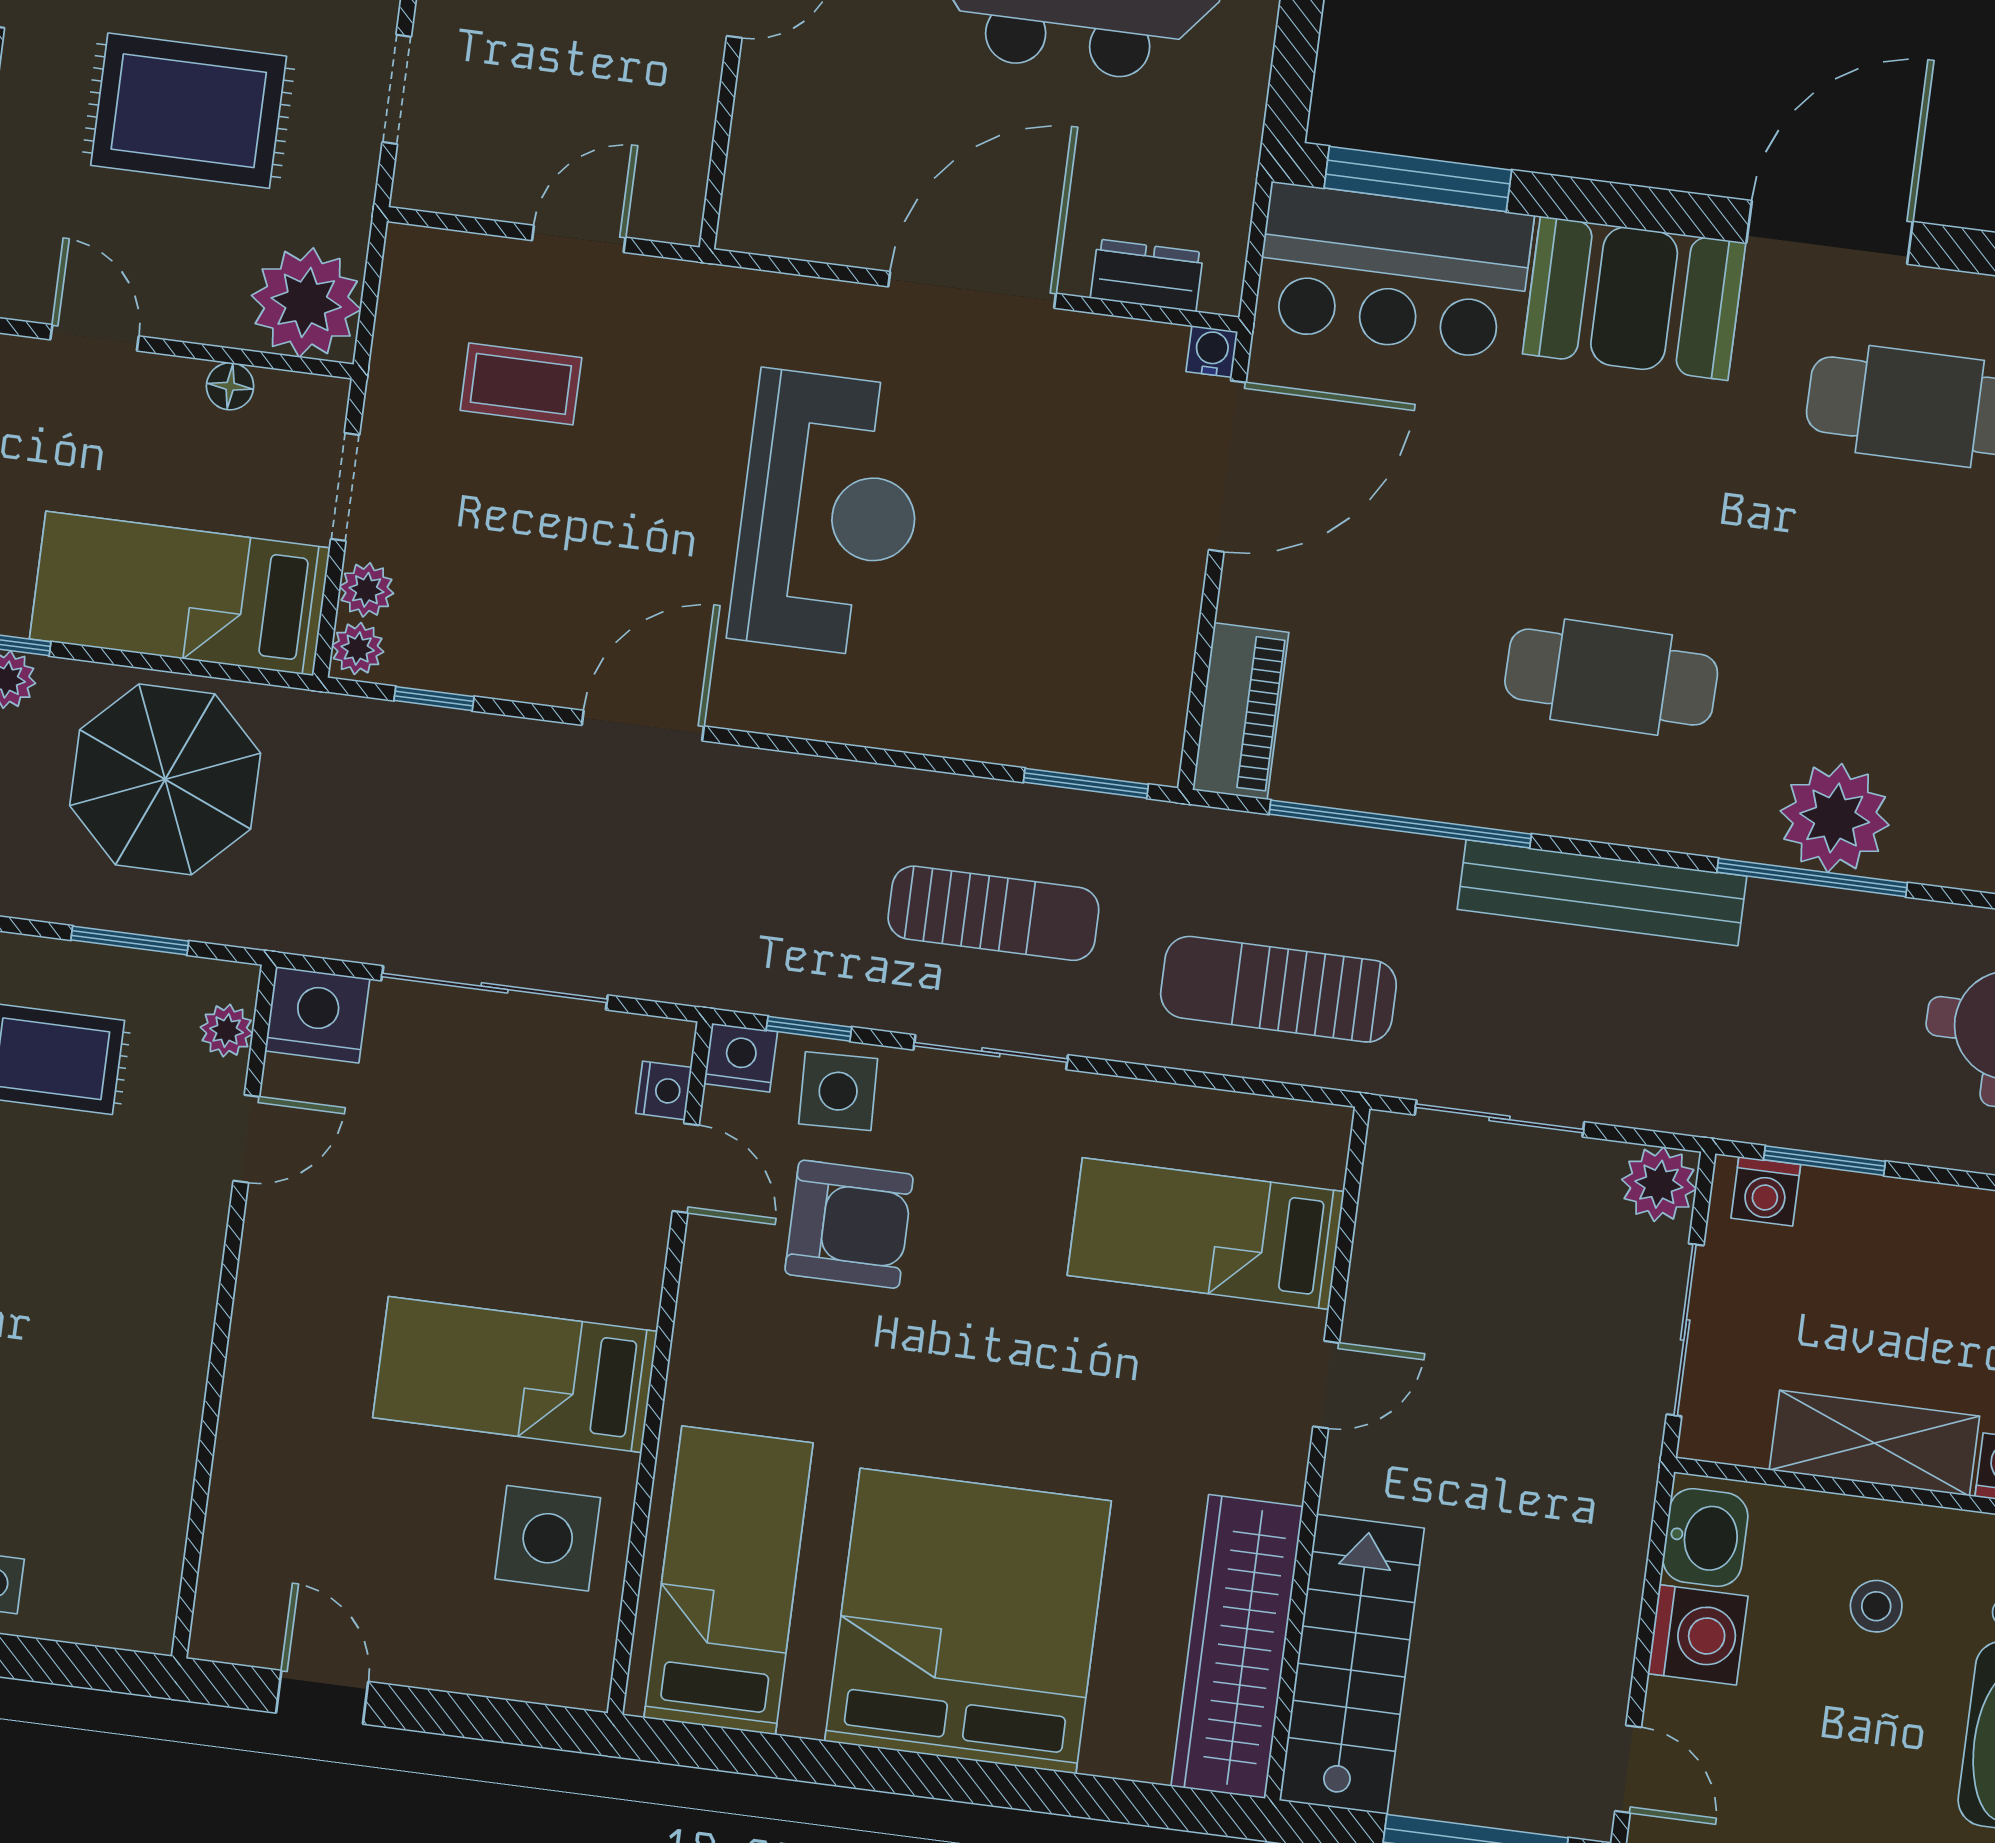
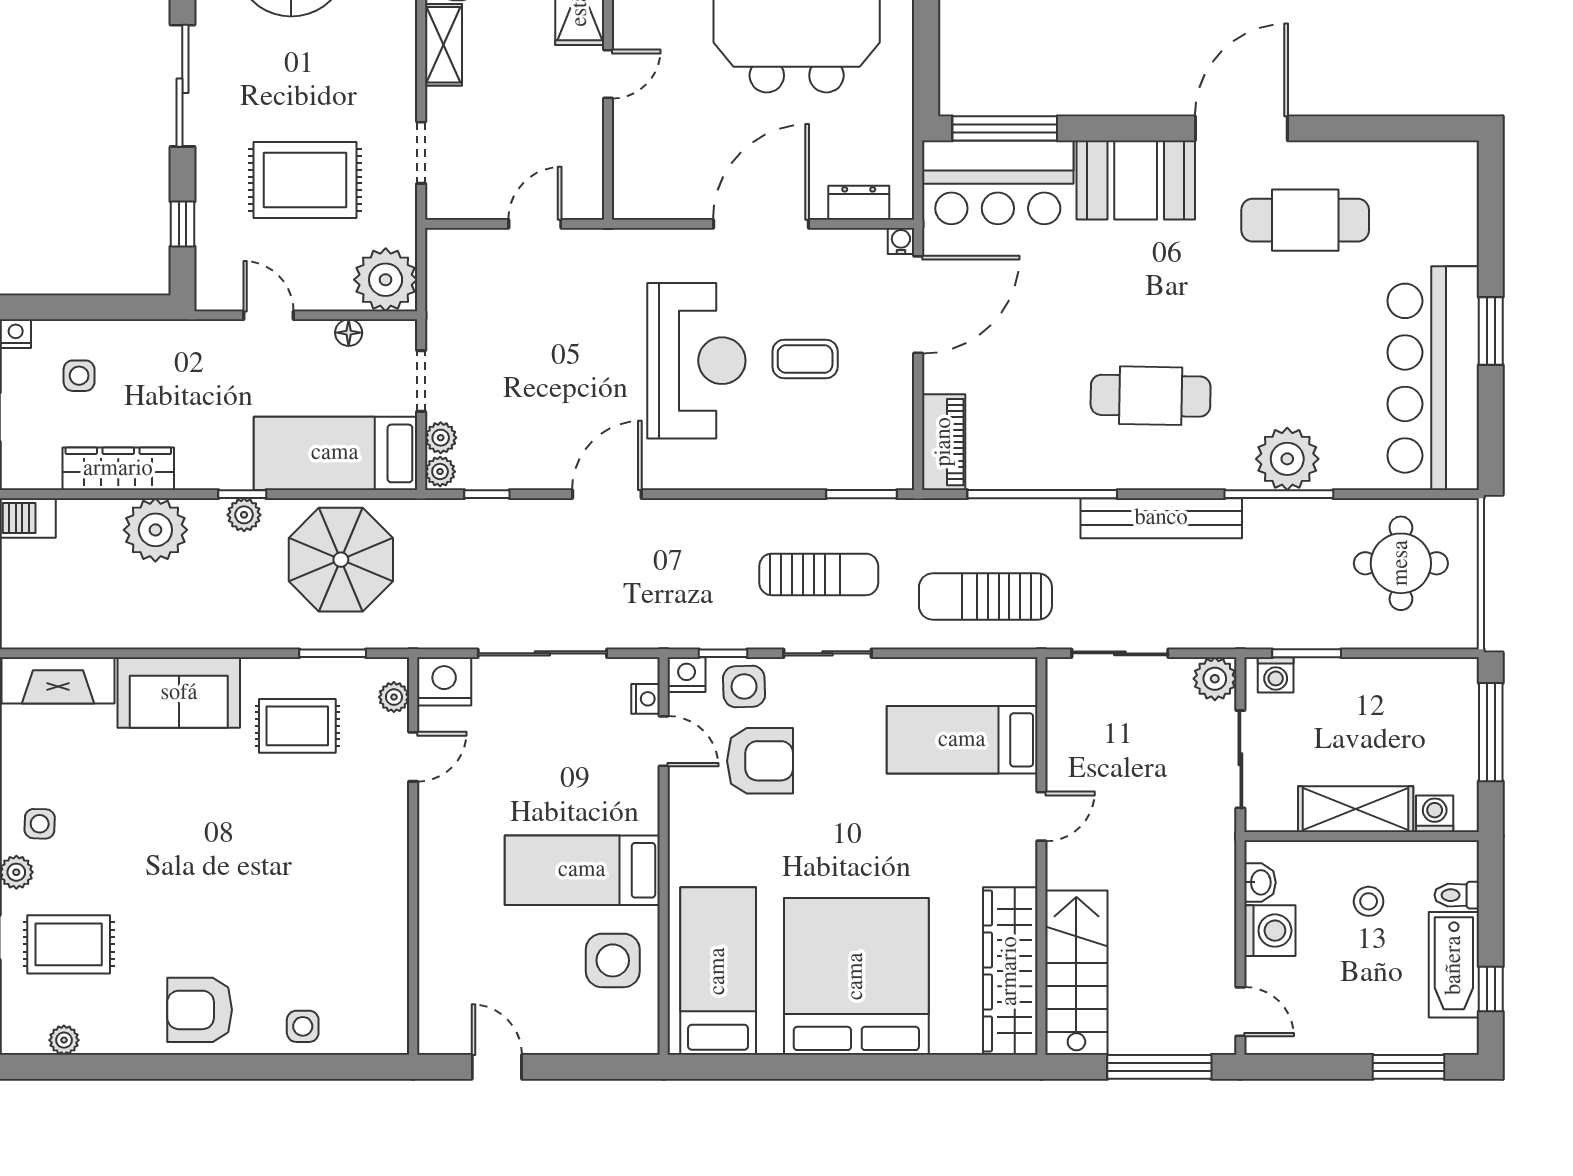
coffee table: (521, 384) -> (805, 359), moved
washbasin: (1705, 1538) -> (1260, 882), width x0.72, depth x0.69

